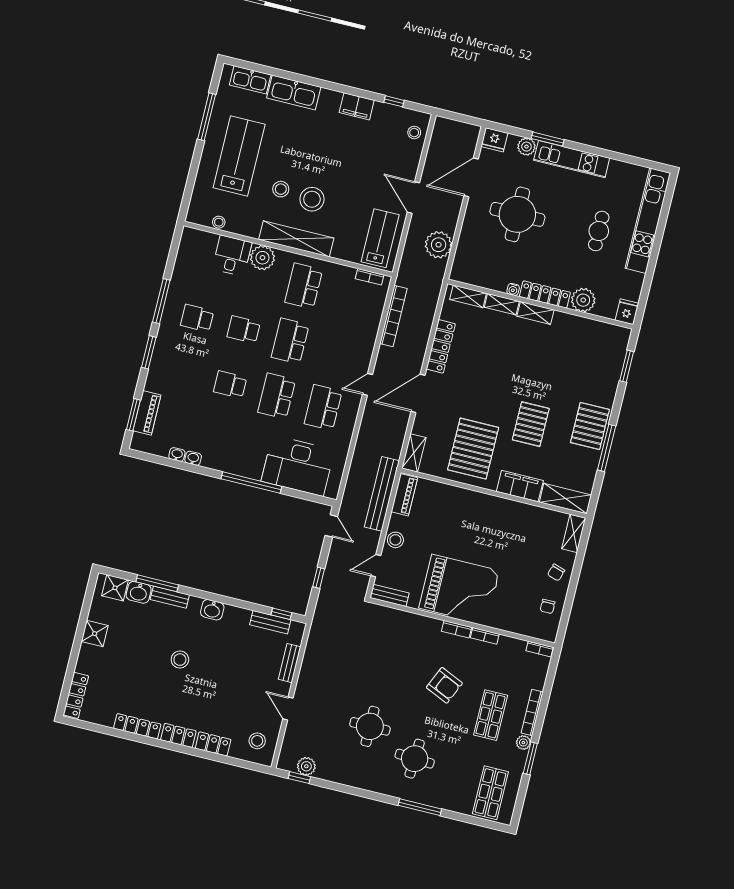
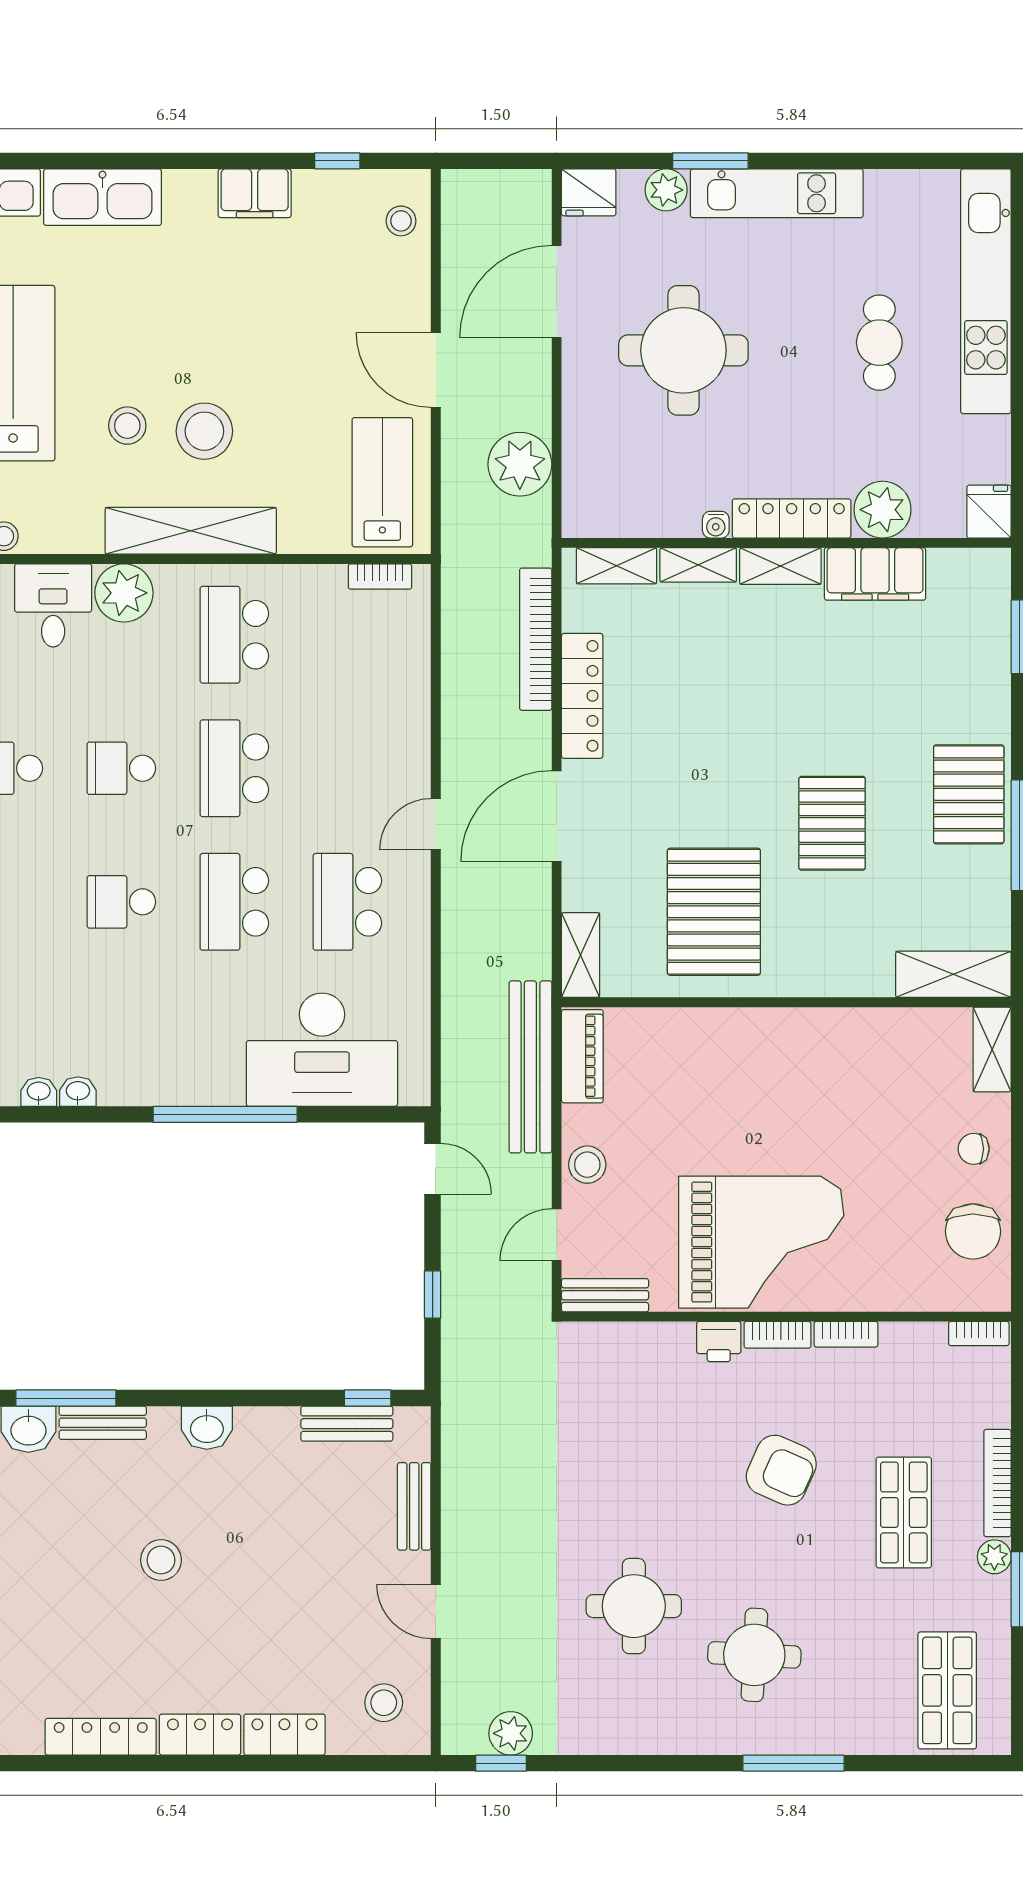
bookcase: (393, 316) -> (536, 639), moved, turned 180
filing cabinet: (520, 486) -> (875, 574), moved, turned 180
chair: (556, 572) -> (974, 1149), turned 73
chair: (547, 606) -> (973, 1231), width x1.87, depth x1.87
printer: (432, 626) -> (719, 1342), added

